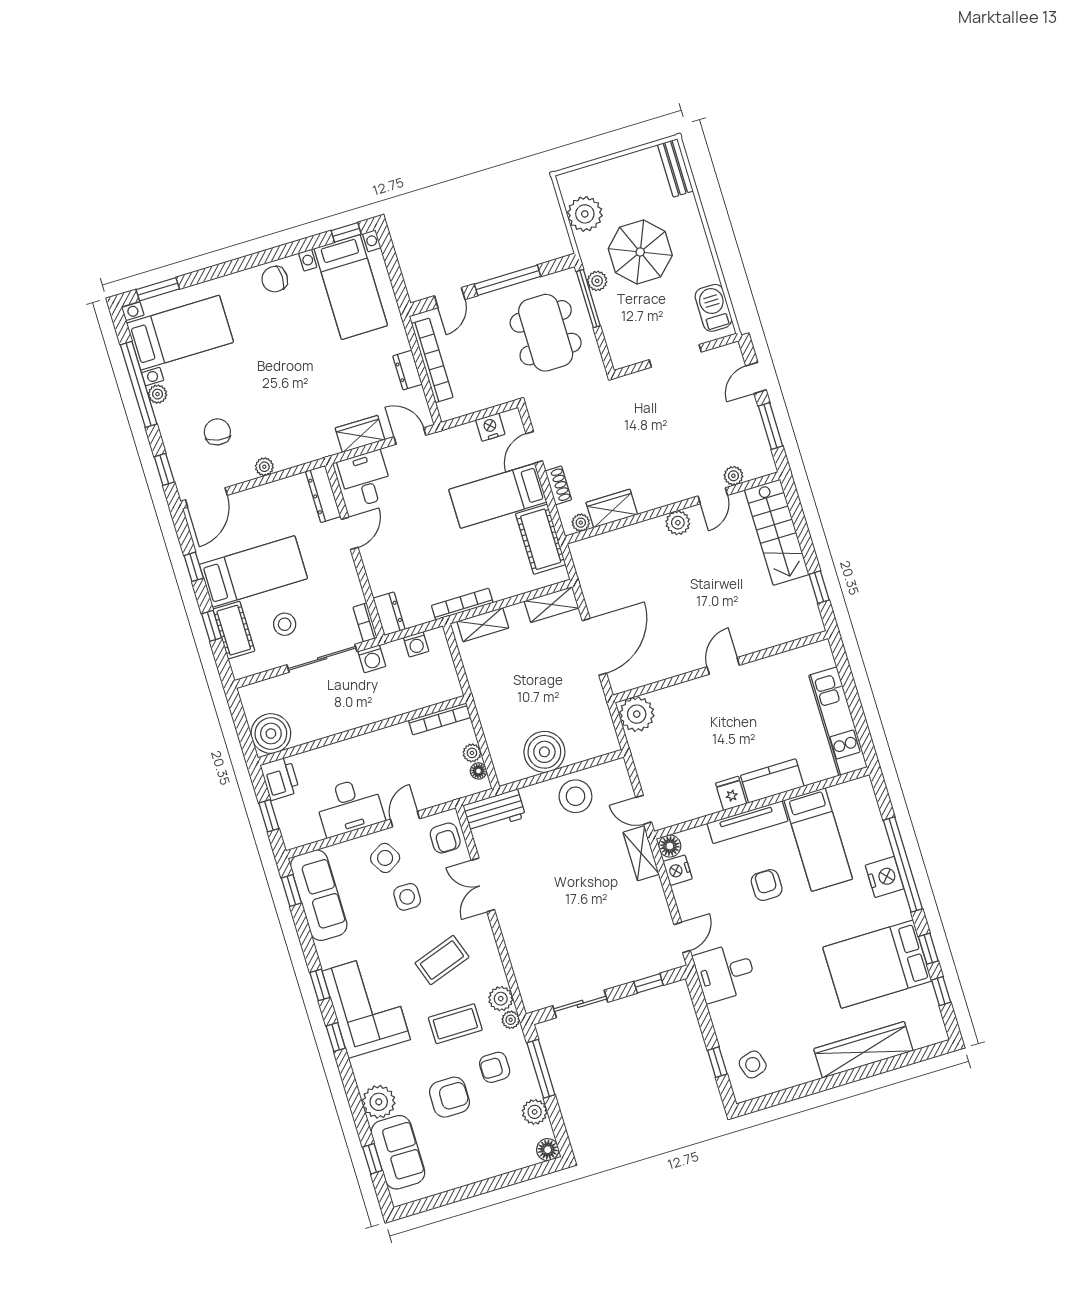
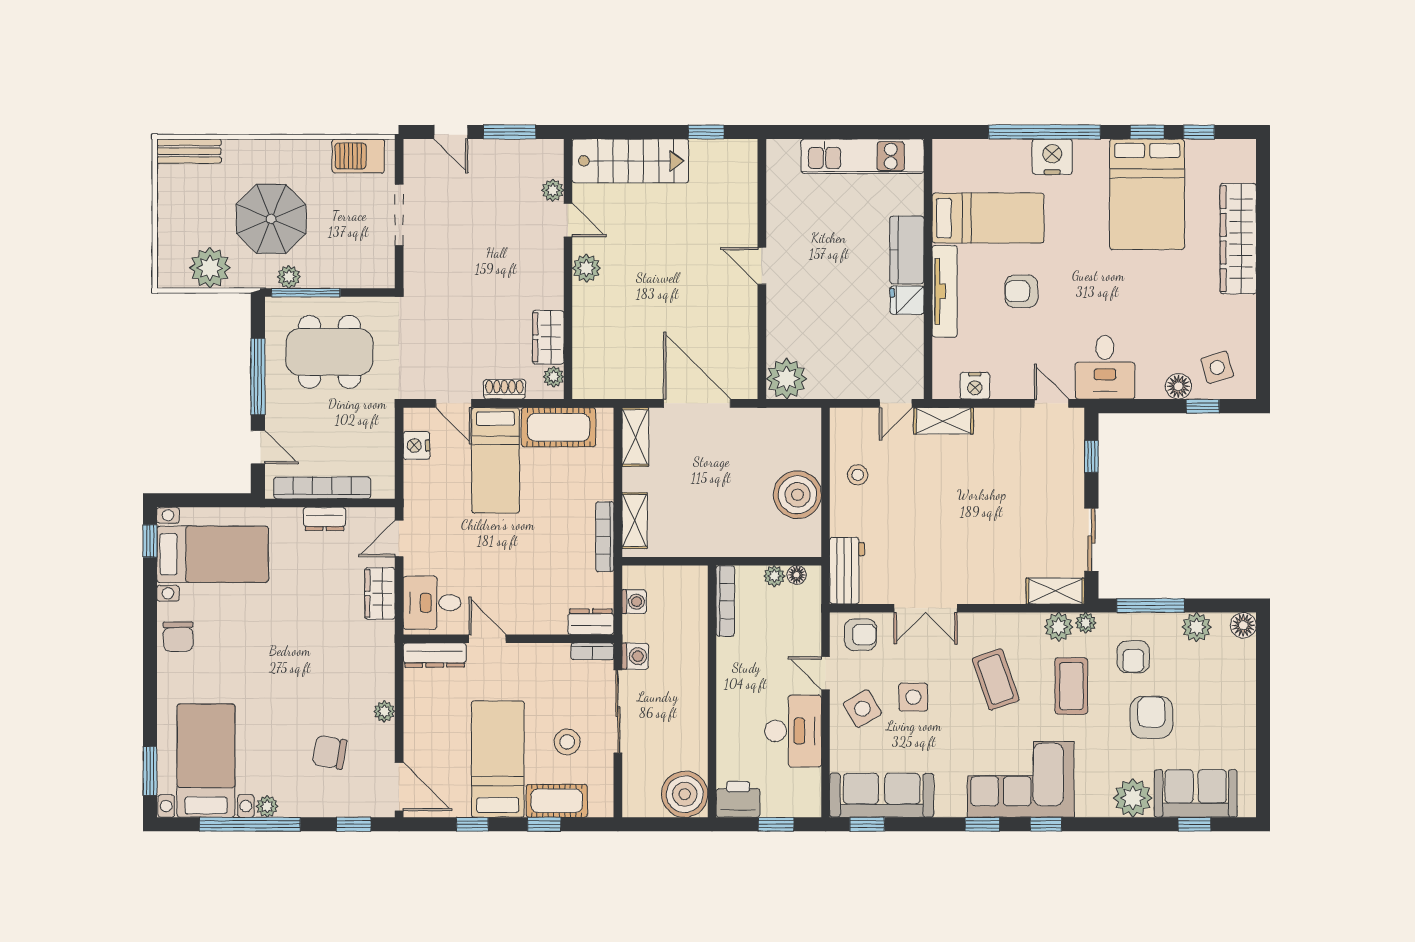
stool: (575, 796) -> (858, 475), width x0.53, depth x0.53
floor lamp: (670, 846) -> (1178, 386), moved
shelving: (529, 987) -> (1055, 591), added

